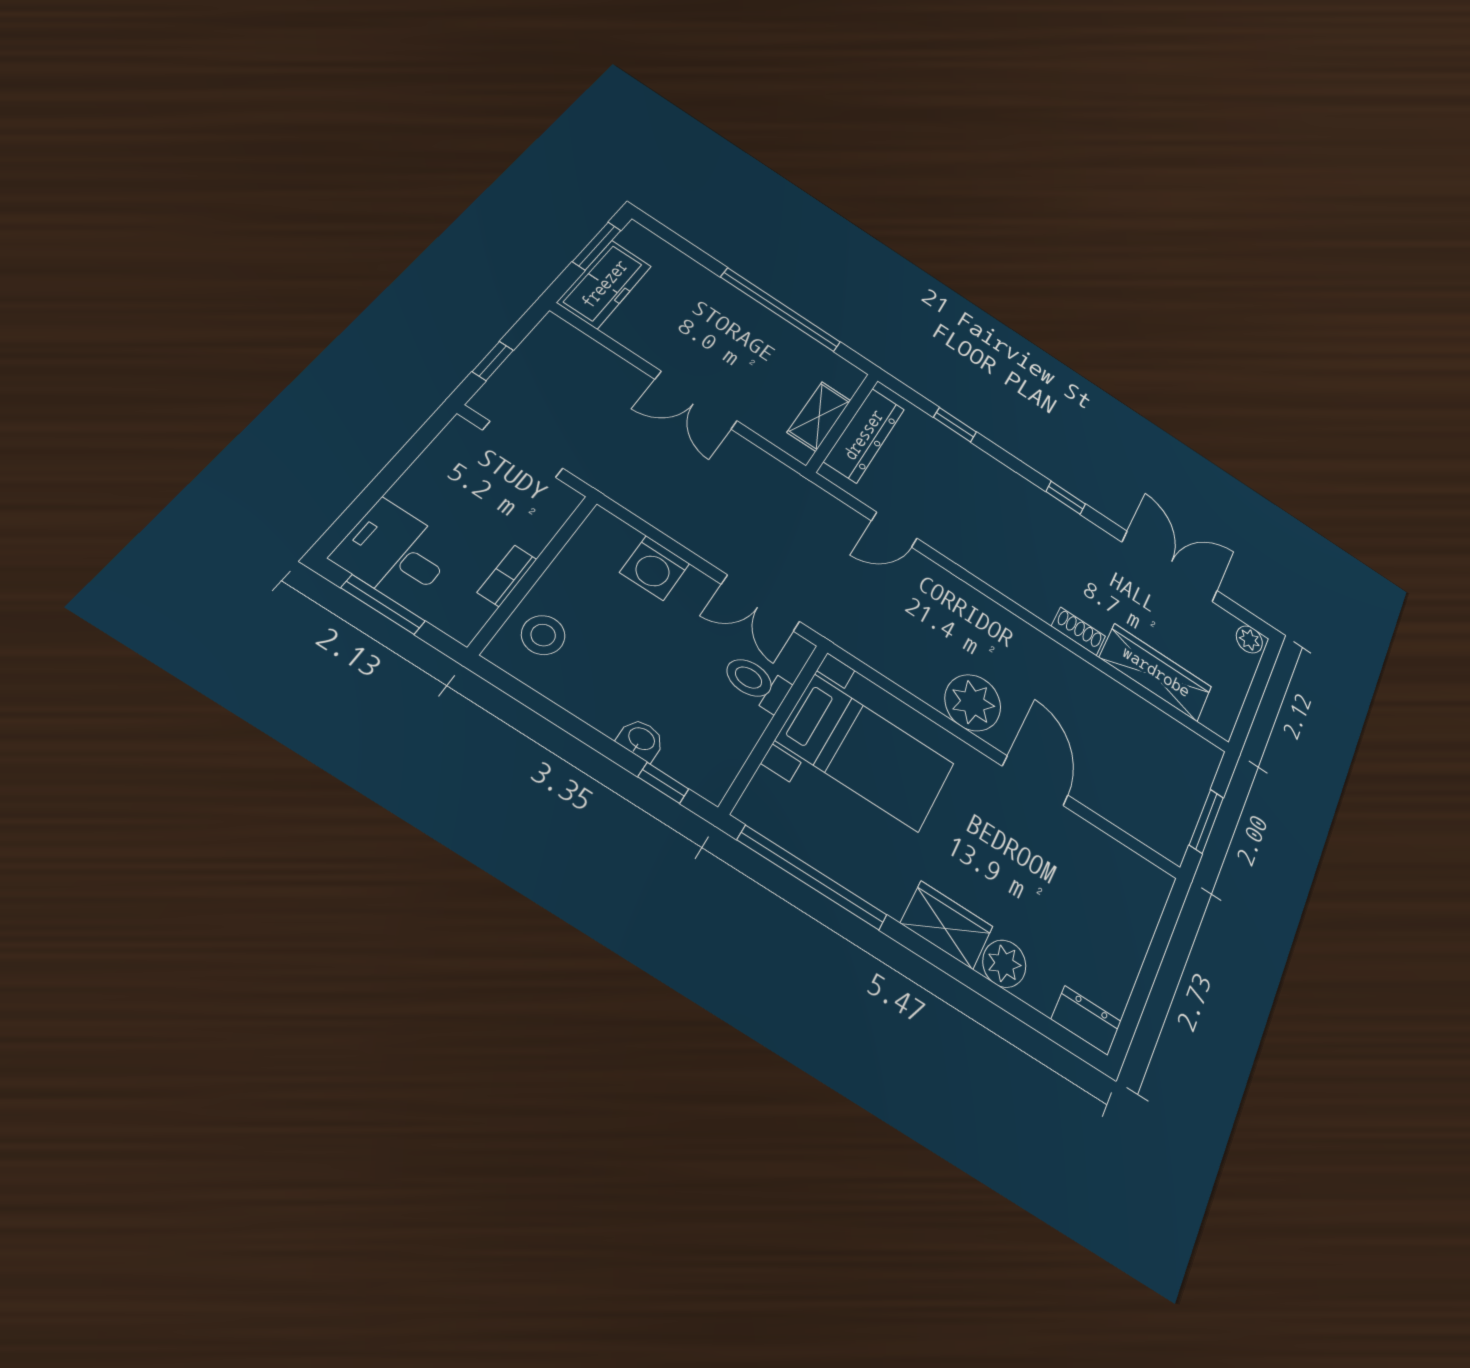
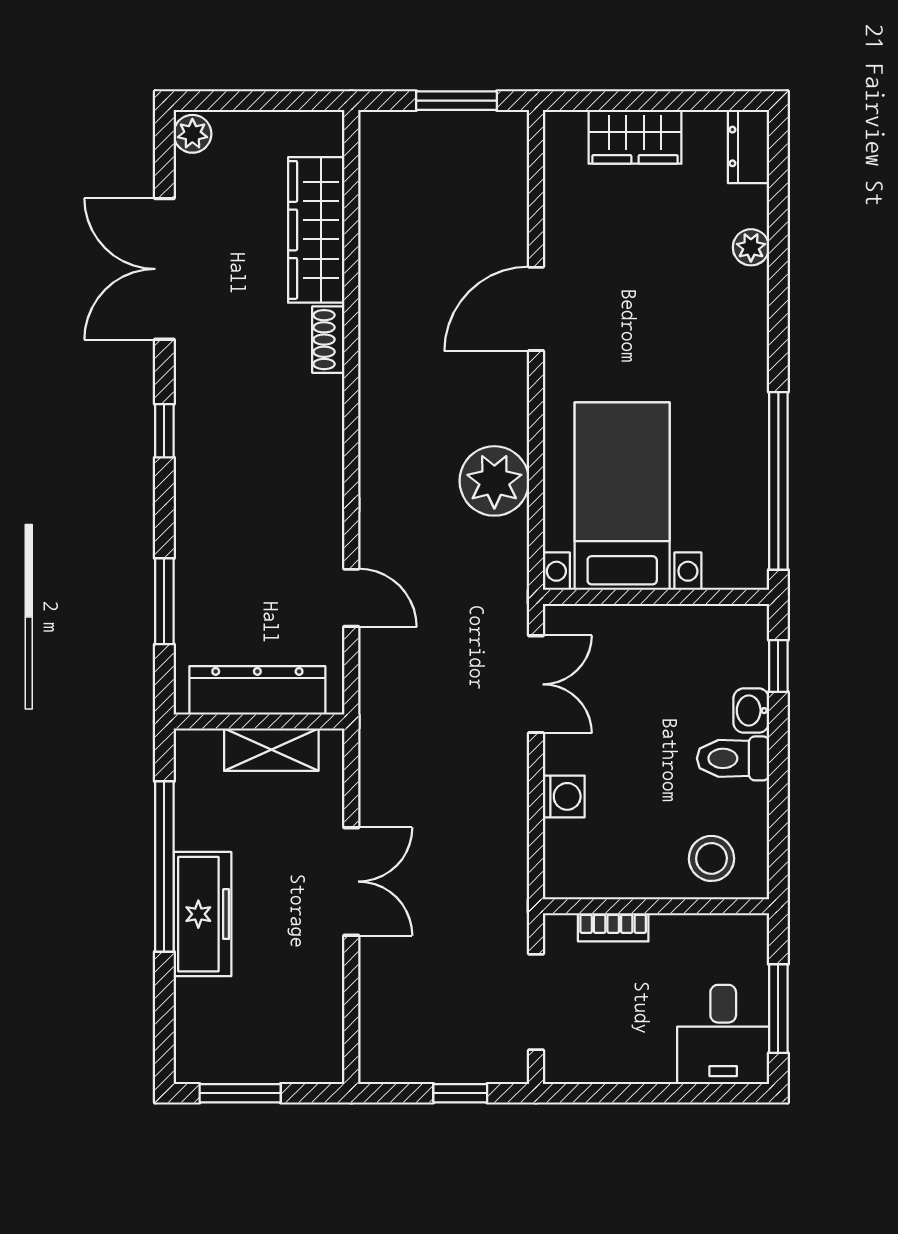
freezer: (605, 284) -> (202, 914), moved, turned 90
window: (955, 425) -> (164, 601), width x1.50
washing machine: (655, 568) -> (564, 796), width x0.73, depth x0.73
bookcase: (507, 576) -> (613, 927), moved
toilet: (756, 683) -> (733, 758), moved, turned 90
plant: (973, 703) -> (494, 481), moved
wardrobe: (947, 925) -> (635, 137), moved, turned -90
plant: (1004, 964) -> (751, 247), width x0.73, depth x0.73

